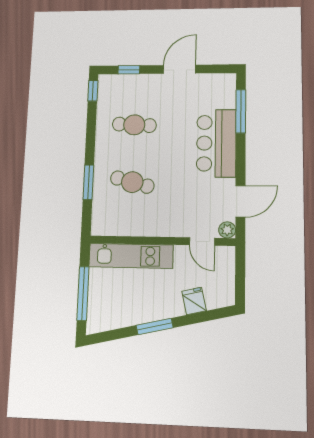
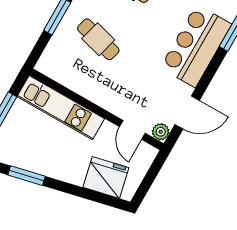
fridge: (194, 301) -> (106, 177), width x1.88, depth x1.34
window: (155, 327) -> (27, 176), moved

